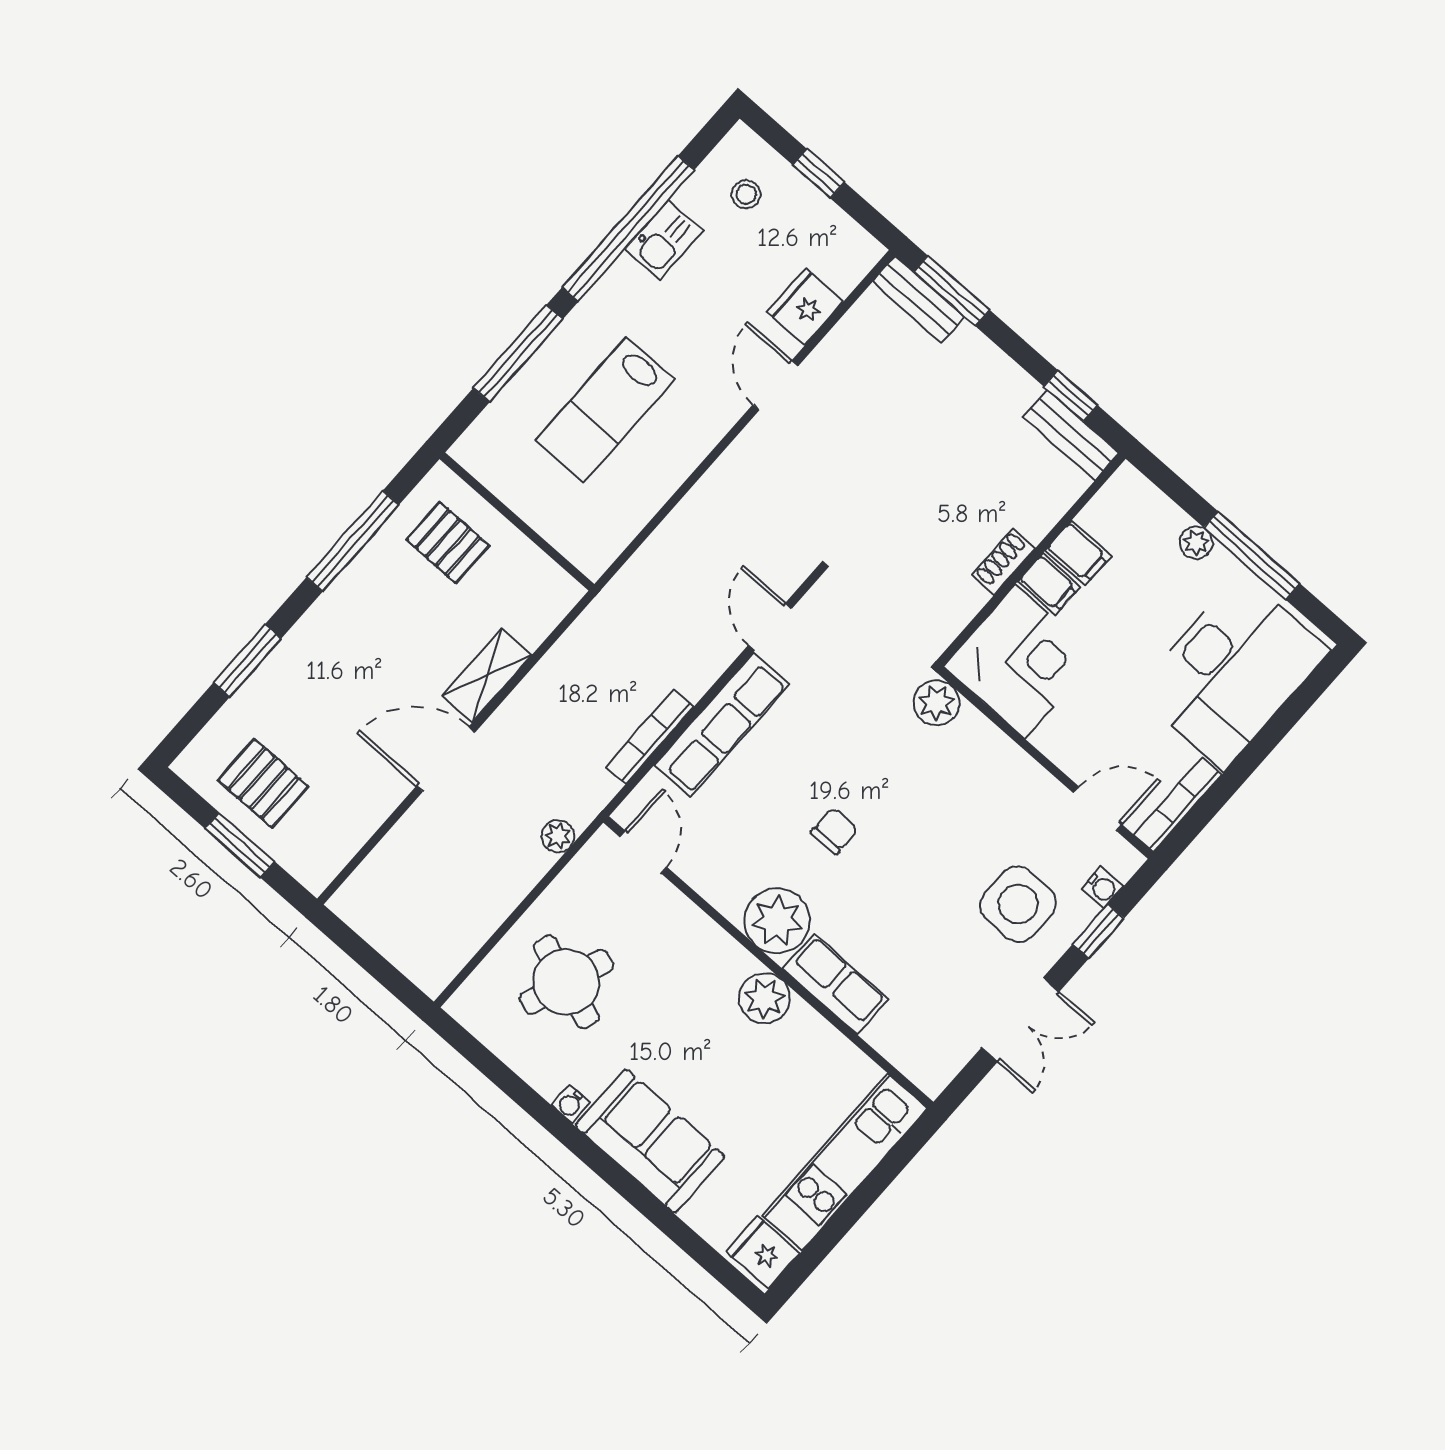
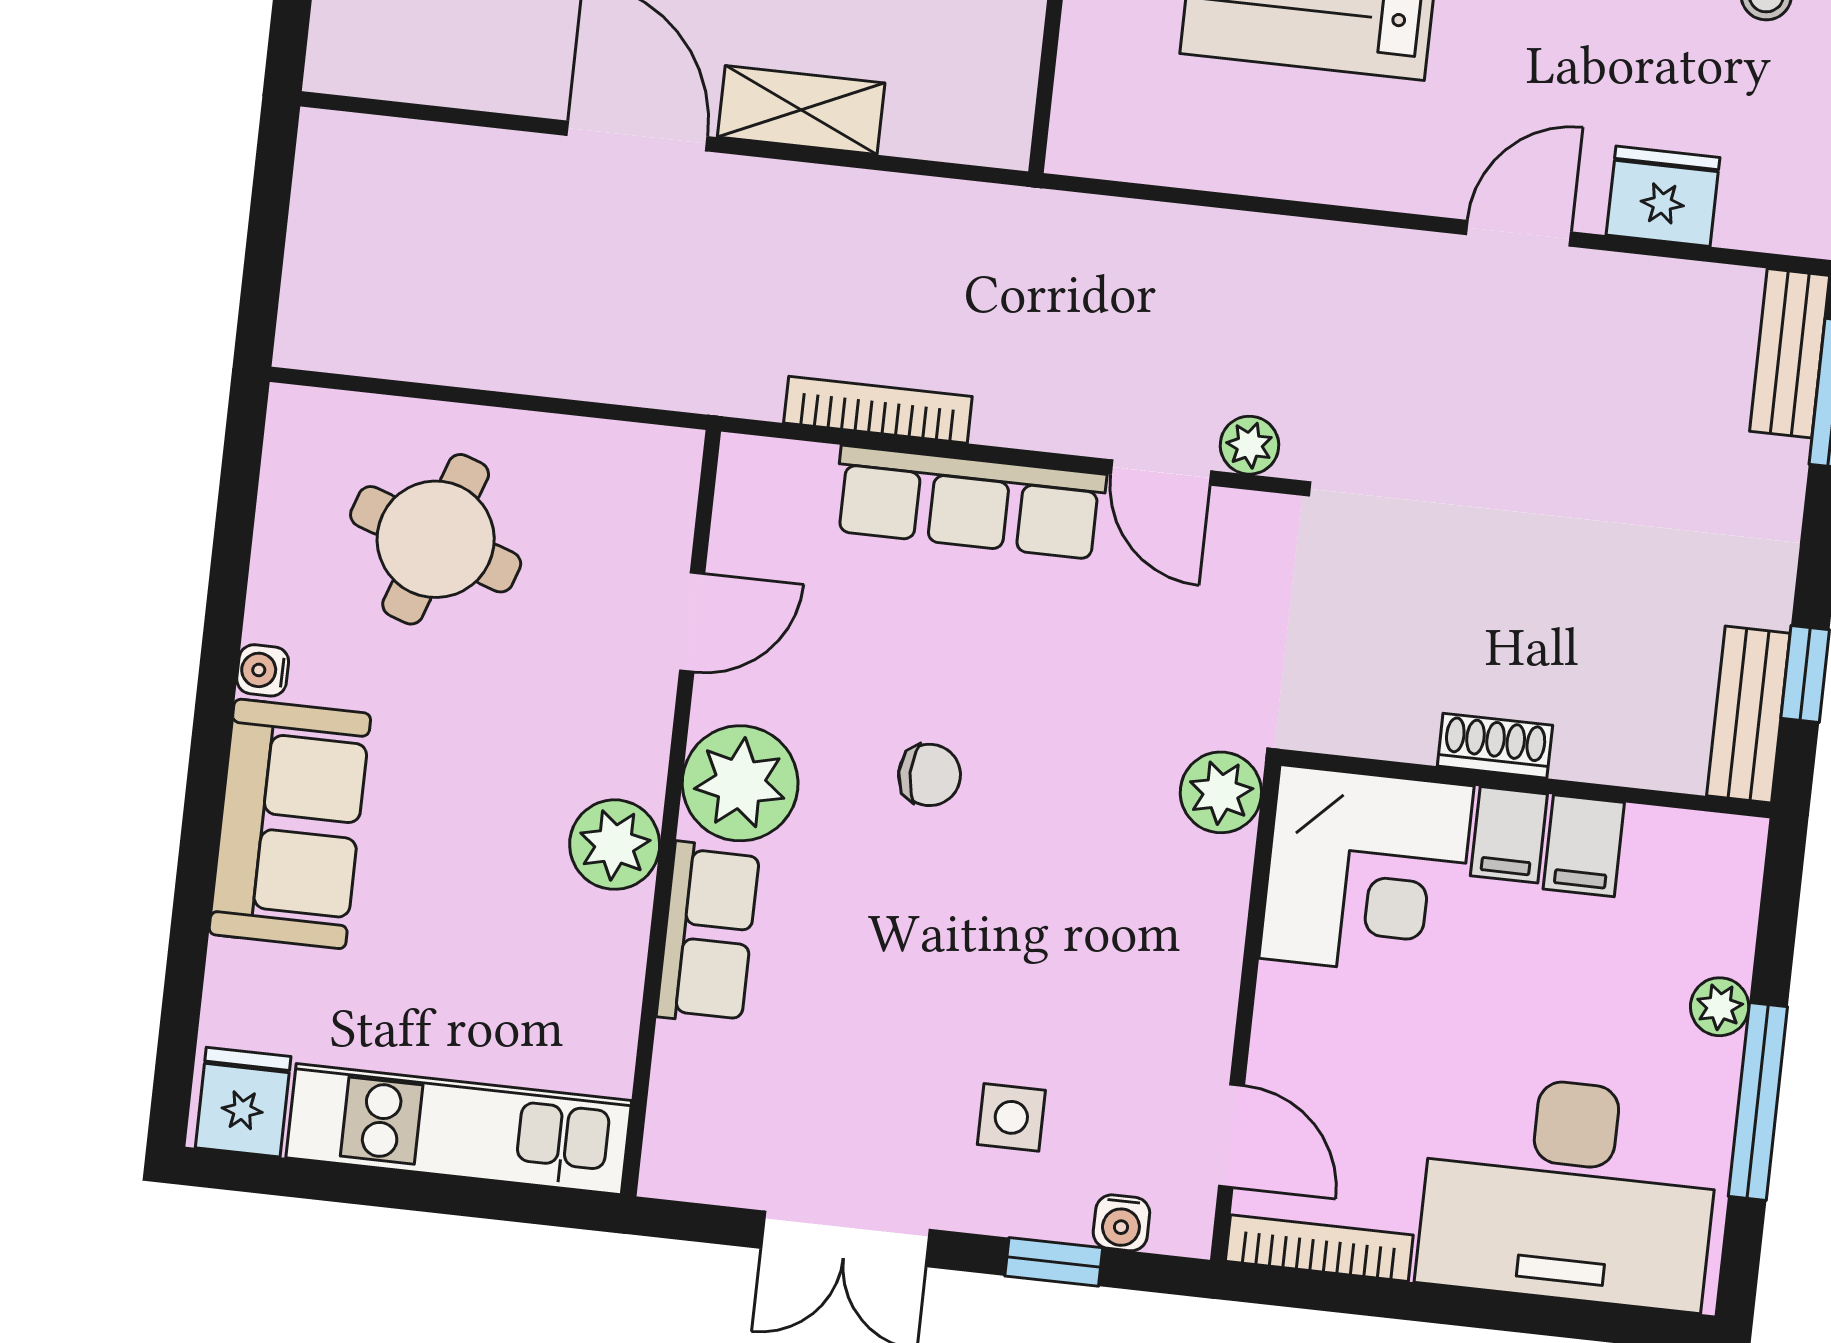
door: (770, 627) -> (1161, 472), swing flipped
plant: (558, 836) -> (1249, 445), moved
door: (643, 852) -> (692, 622), moved
side table: (1018, 904) -> (1011, 1117), width x0.54, depth x0.54

